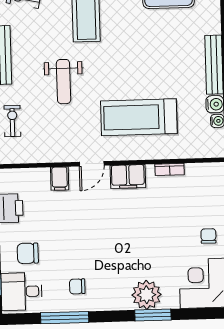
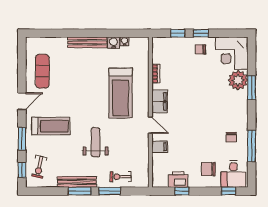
weight bench: (64, 82) -> (96, 142), turned -90
chair: (28, 253) -> (208, 169), turned 90
plant: (147, 295) -> (238, 80), moved

